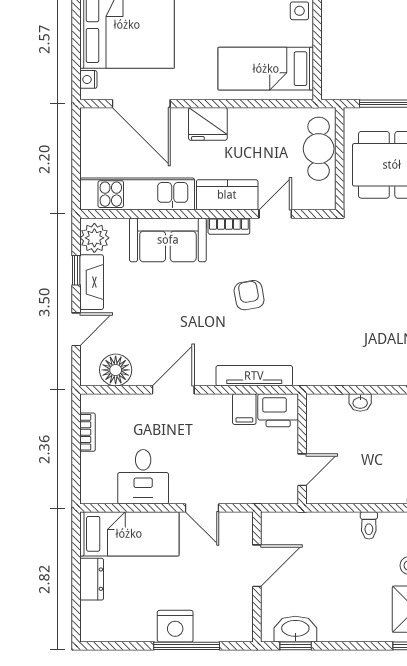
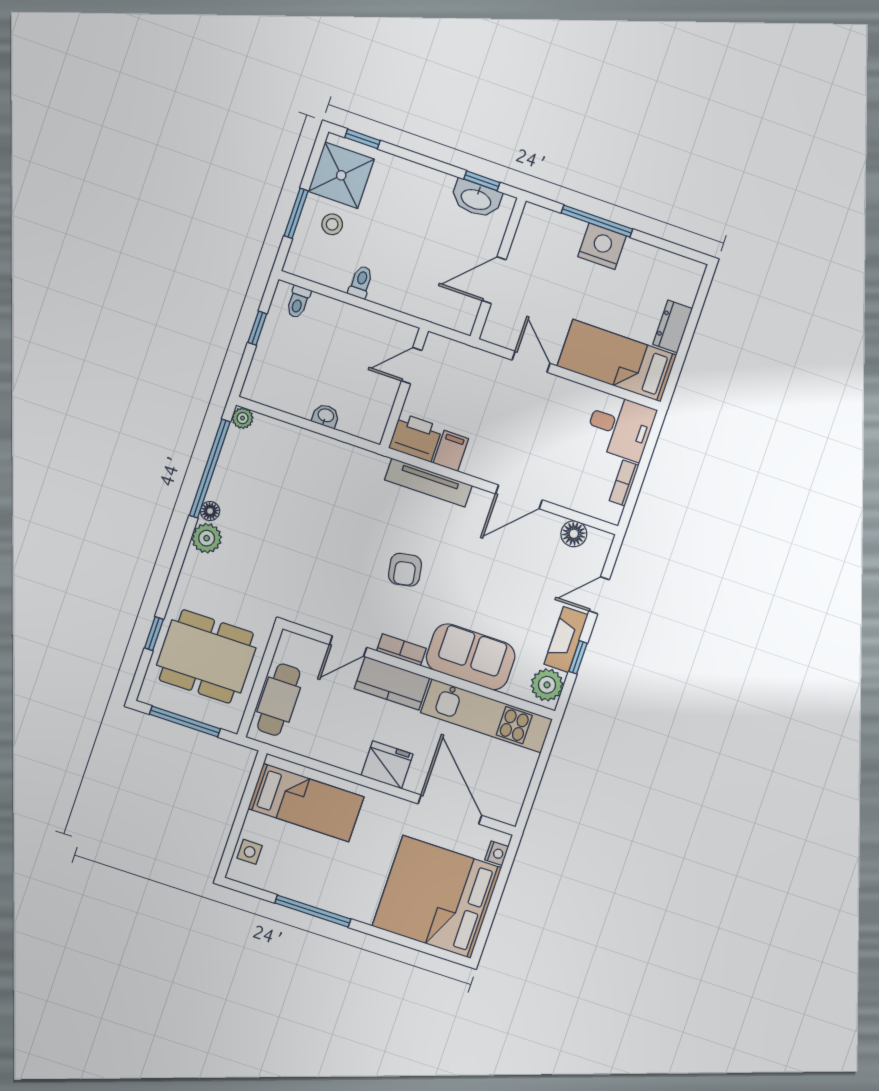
floor lamp: (116, 370) -> (574, 534), width x0.73, depth x0.73
desk: (143, 477) -> (620, 427), moved, turned 90

